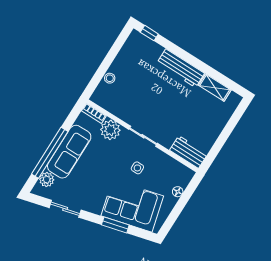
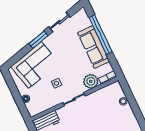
plant: (47, 180) -> (85, 22), removed
window: (115, 225) -> (38, 40), moved

